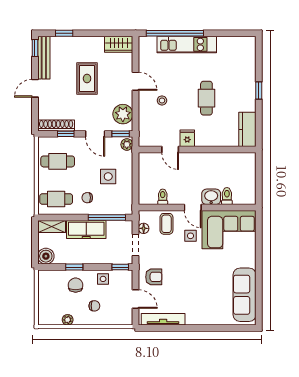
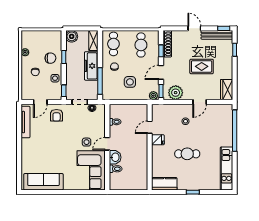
kitchen unit: (187, 44) -> (226, 168), moved
coffee table: (166, 224) -> (95, 125), removed

